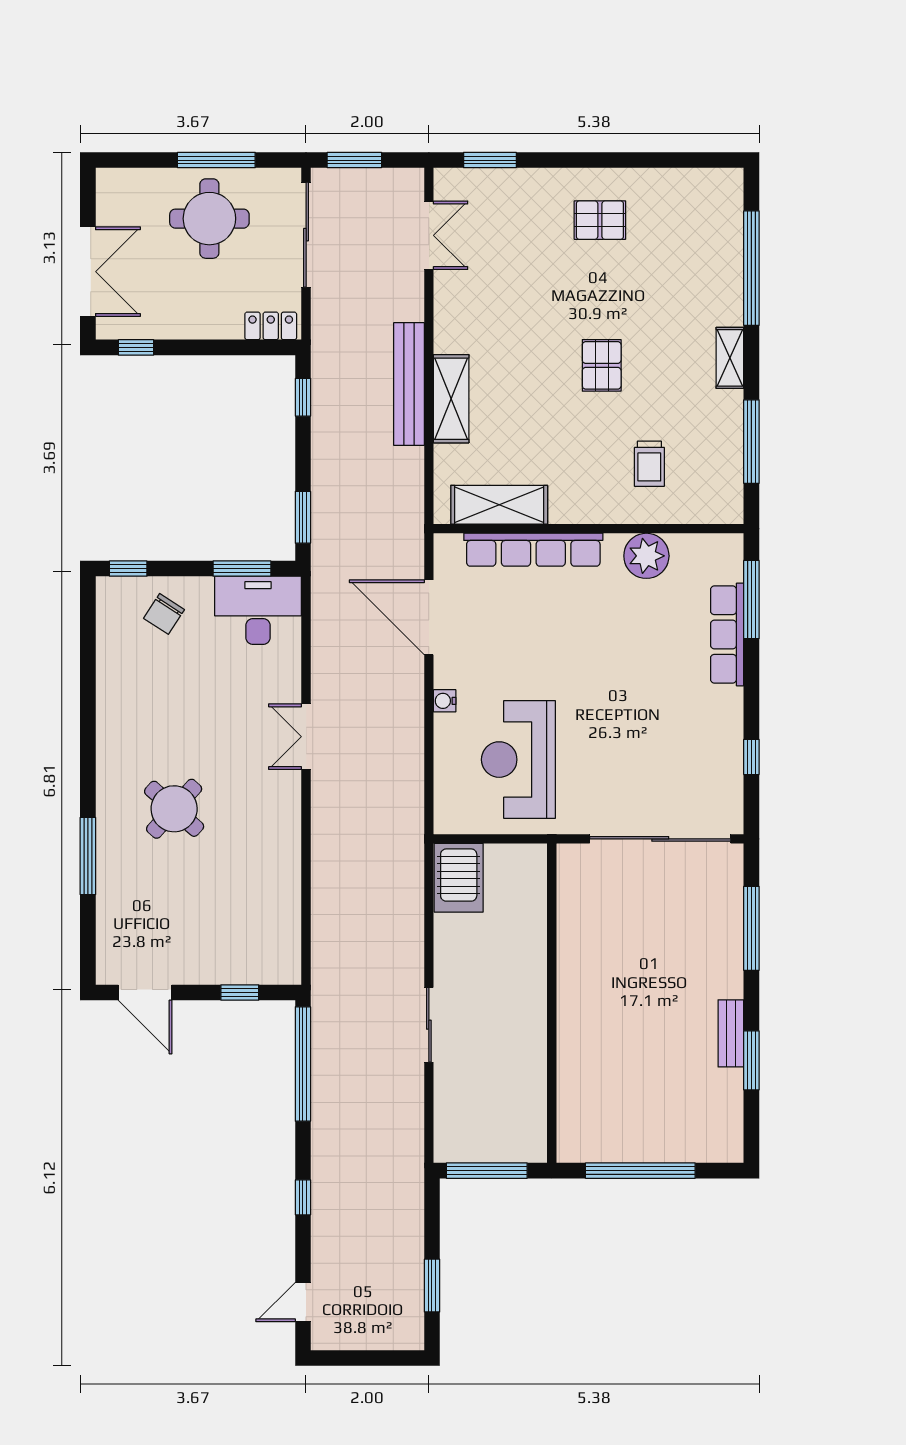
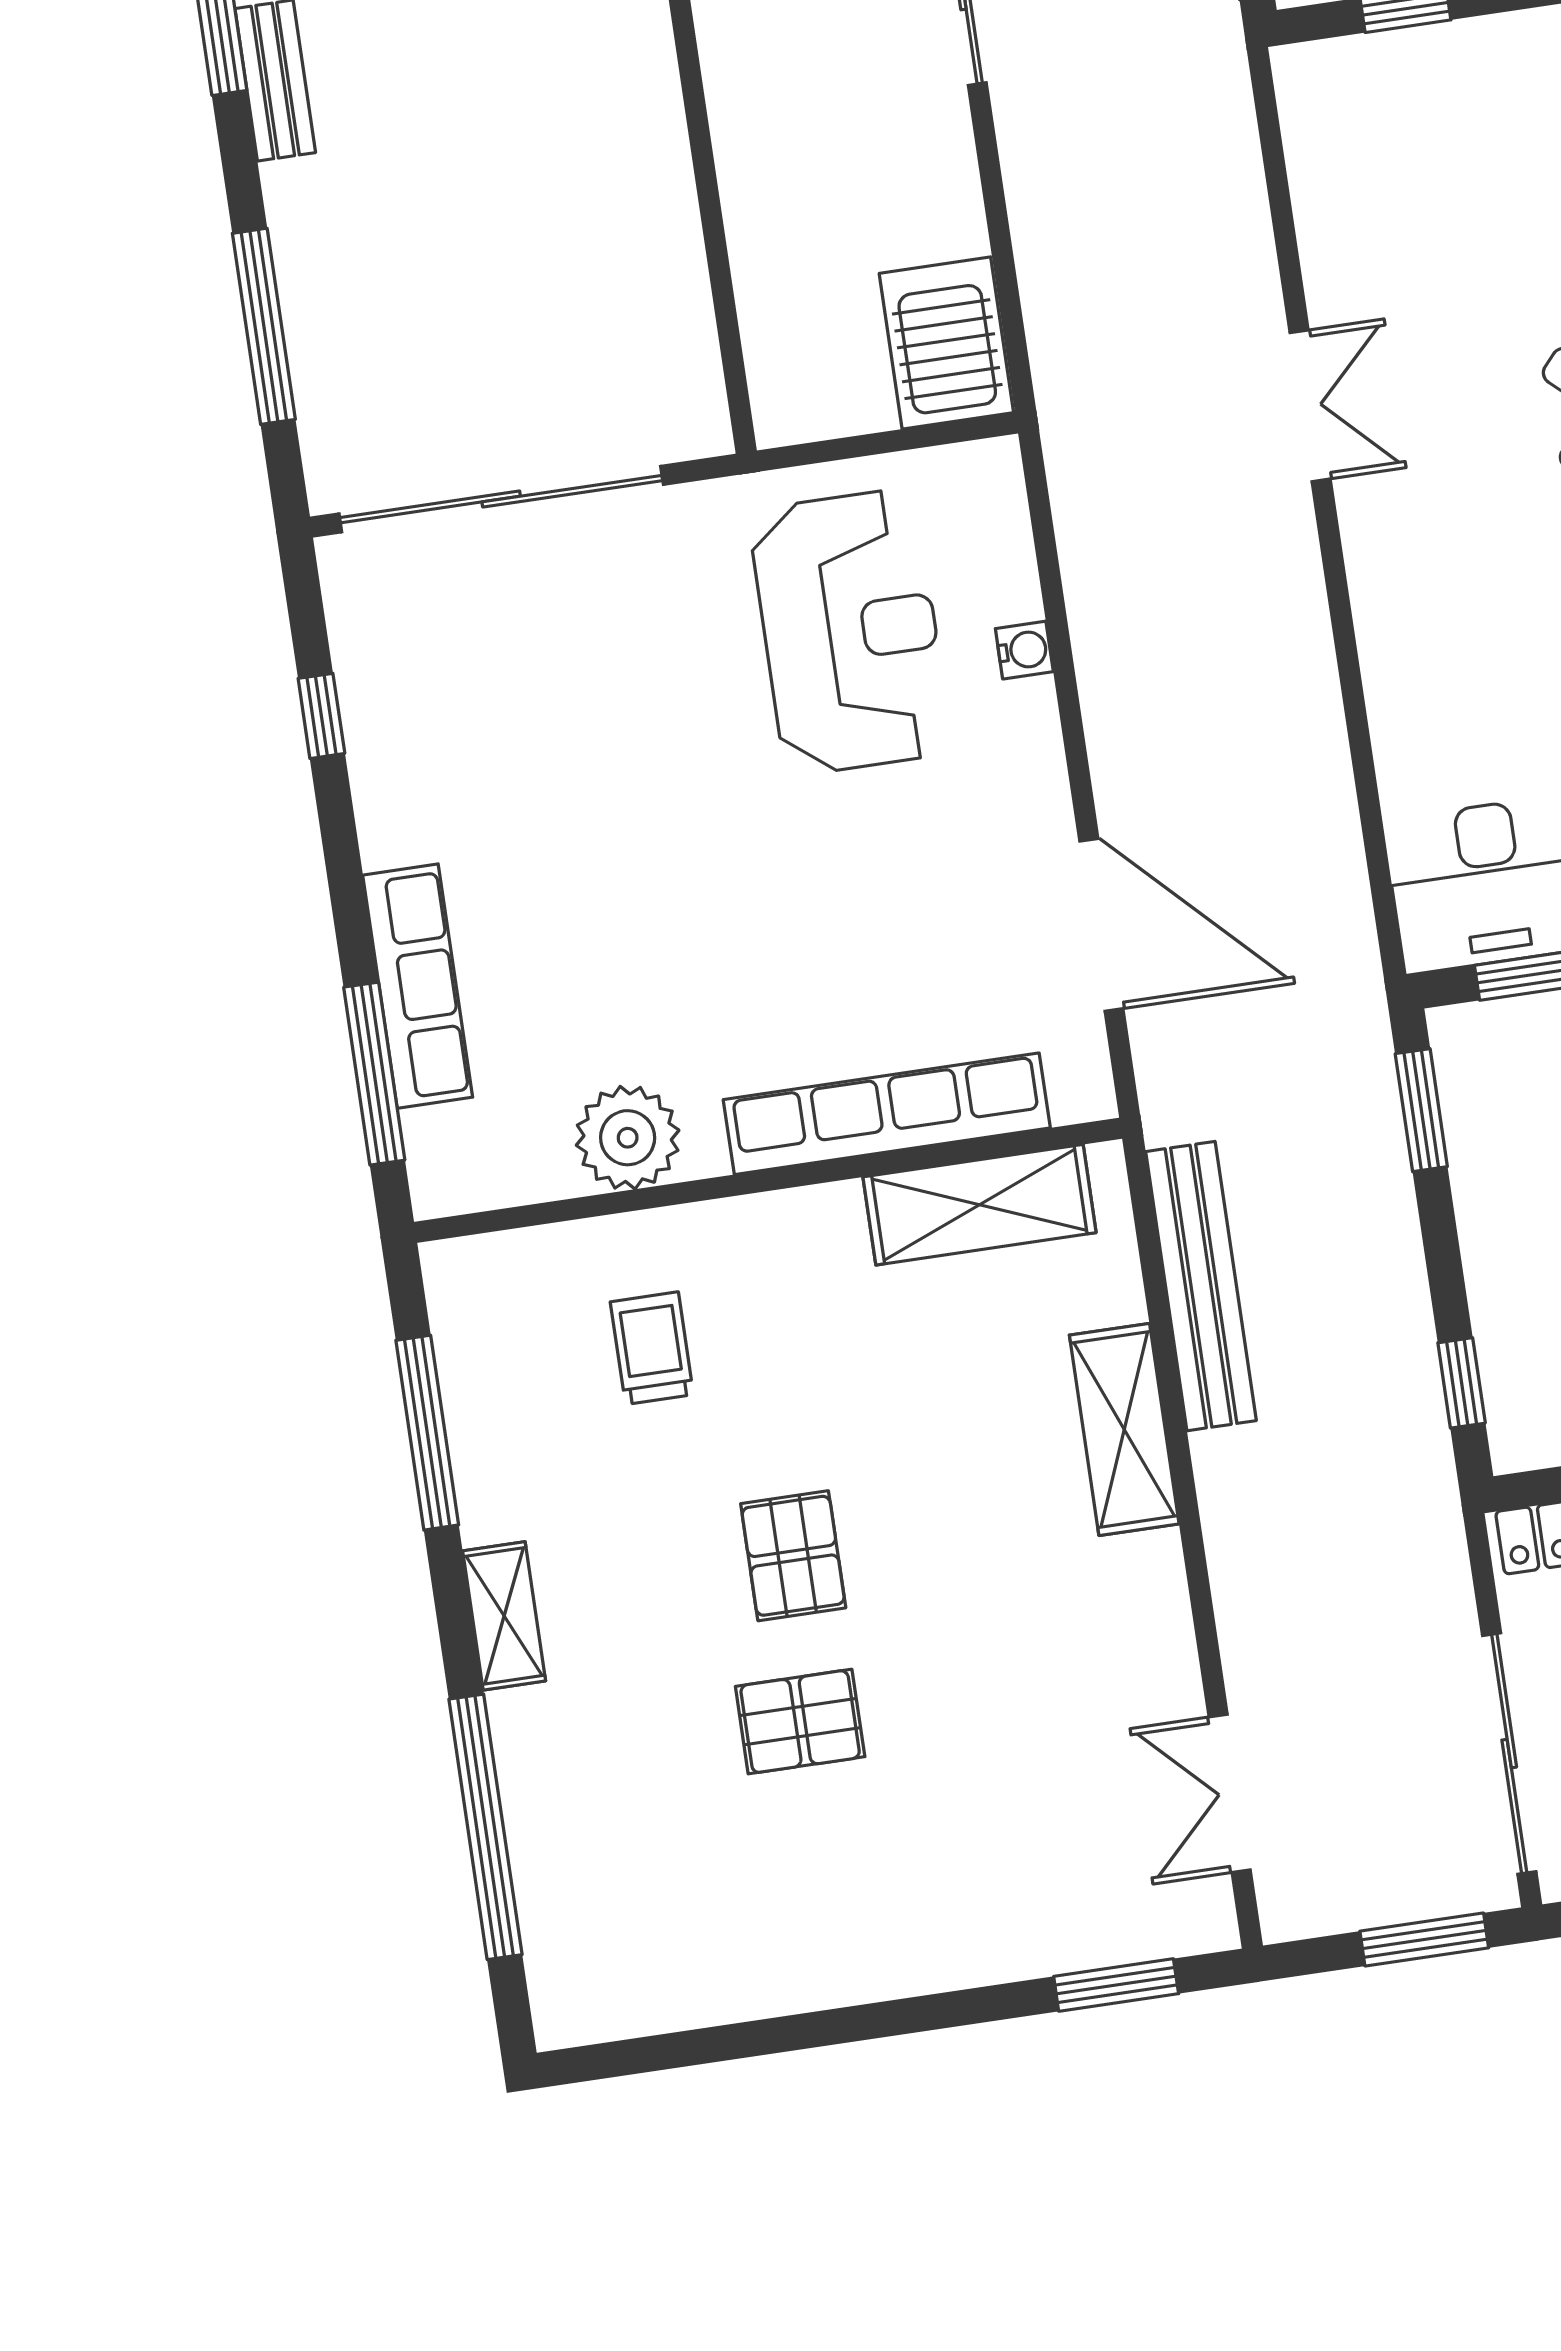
pallet: (600, 220) -> (800, 1722), moved
bench: (409, 384) -> (1201, 1286), moved
water cooler: (445, 701) -> (1024, 650), moved
double door: (306, 737) -> (1310, 406), moved

